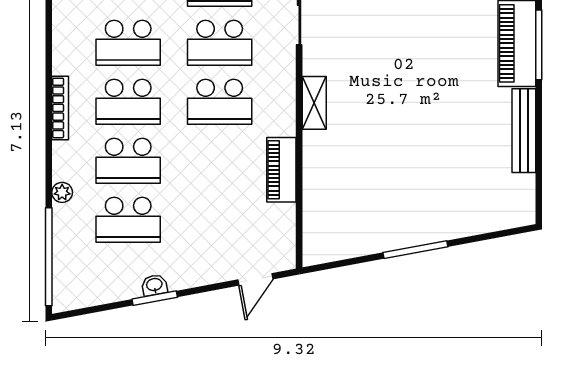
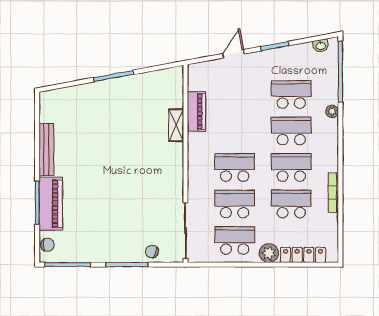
shelving: (314, 103) -> (176, 125), moved
bookcase: (60, 108) -> (333, 193), moved
piano: (281, 170) -> (196, 112), moved
door: (255, 279) -> (233, 54), moved
washbasin: (154, 285) -> (321, 46), moved

